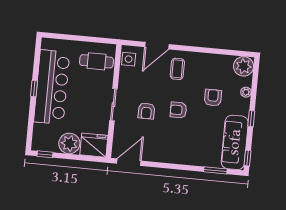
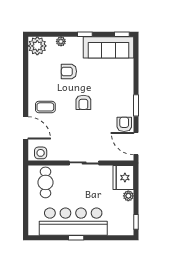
armchair: (146, 111) -> (124, 124), moved, turned -90
plant: (69, 143) -> (128, 196), width x0.53, depth x0.53
window: (215, 170) -> (136, 105), moved

